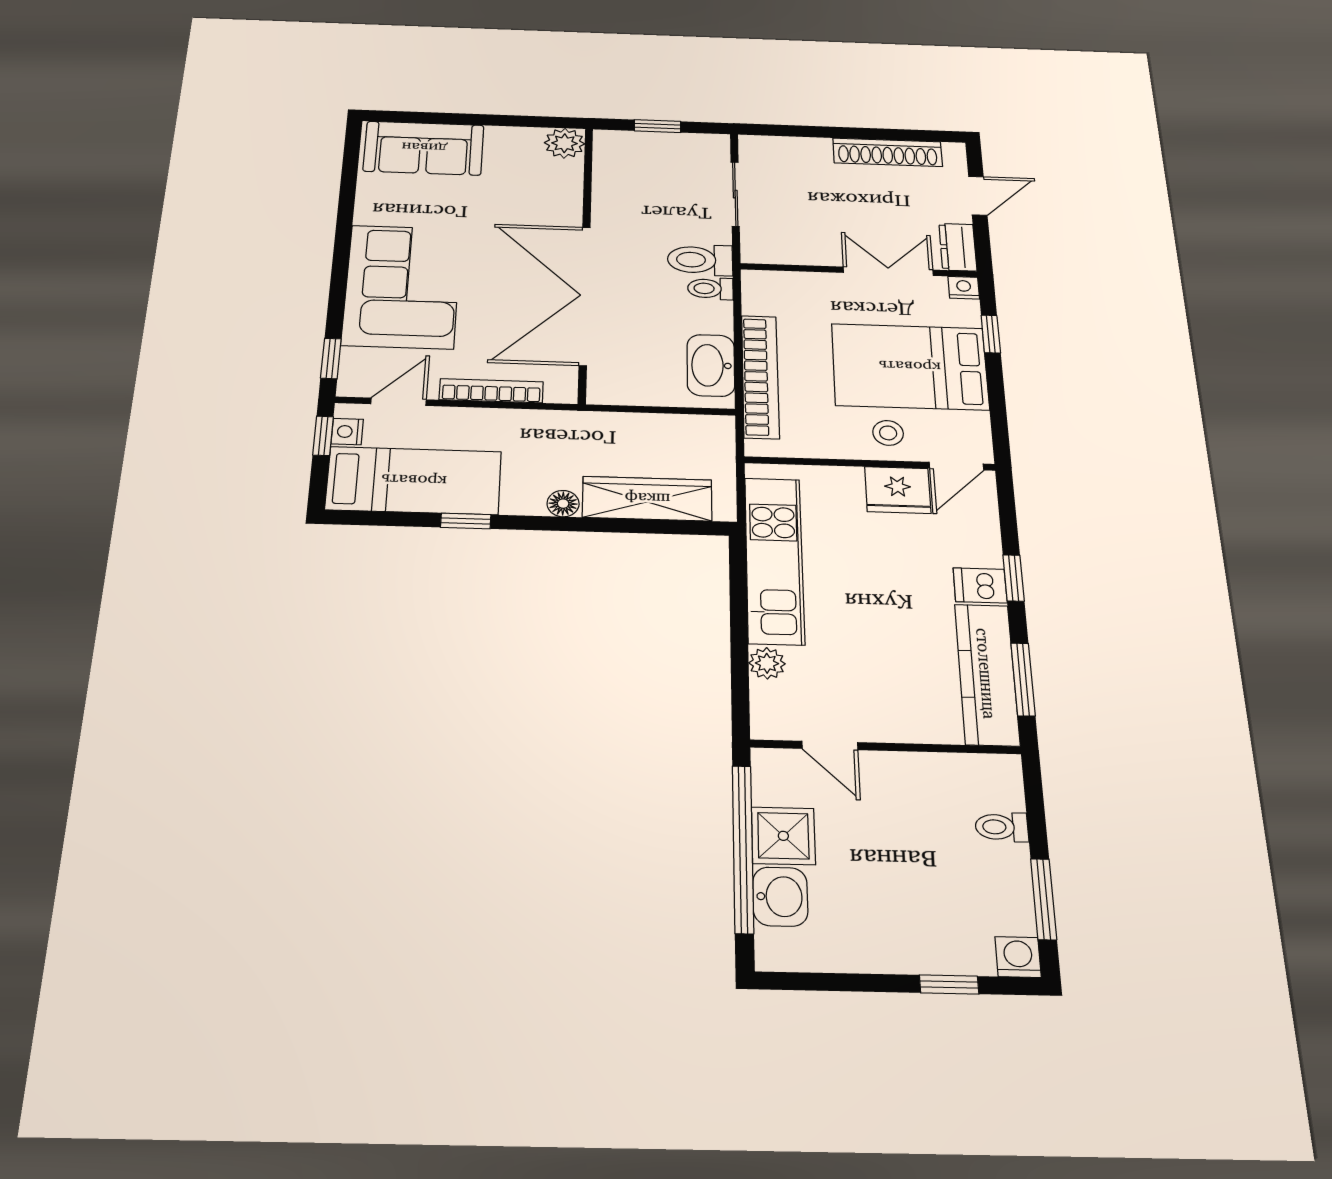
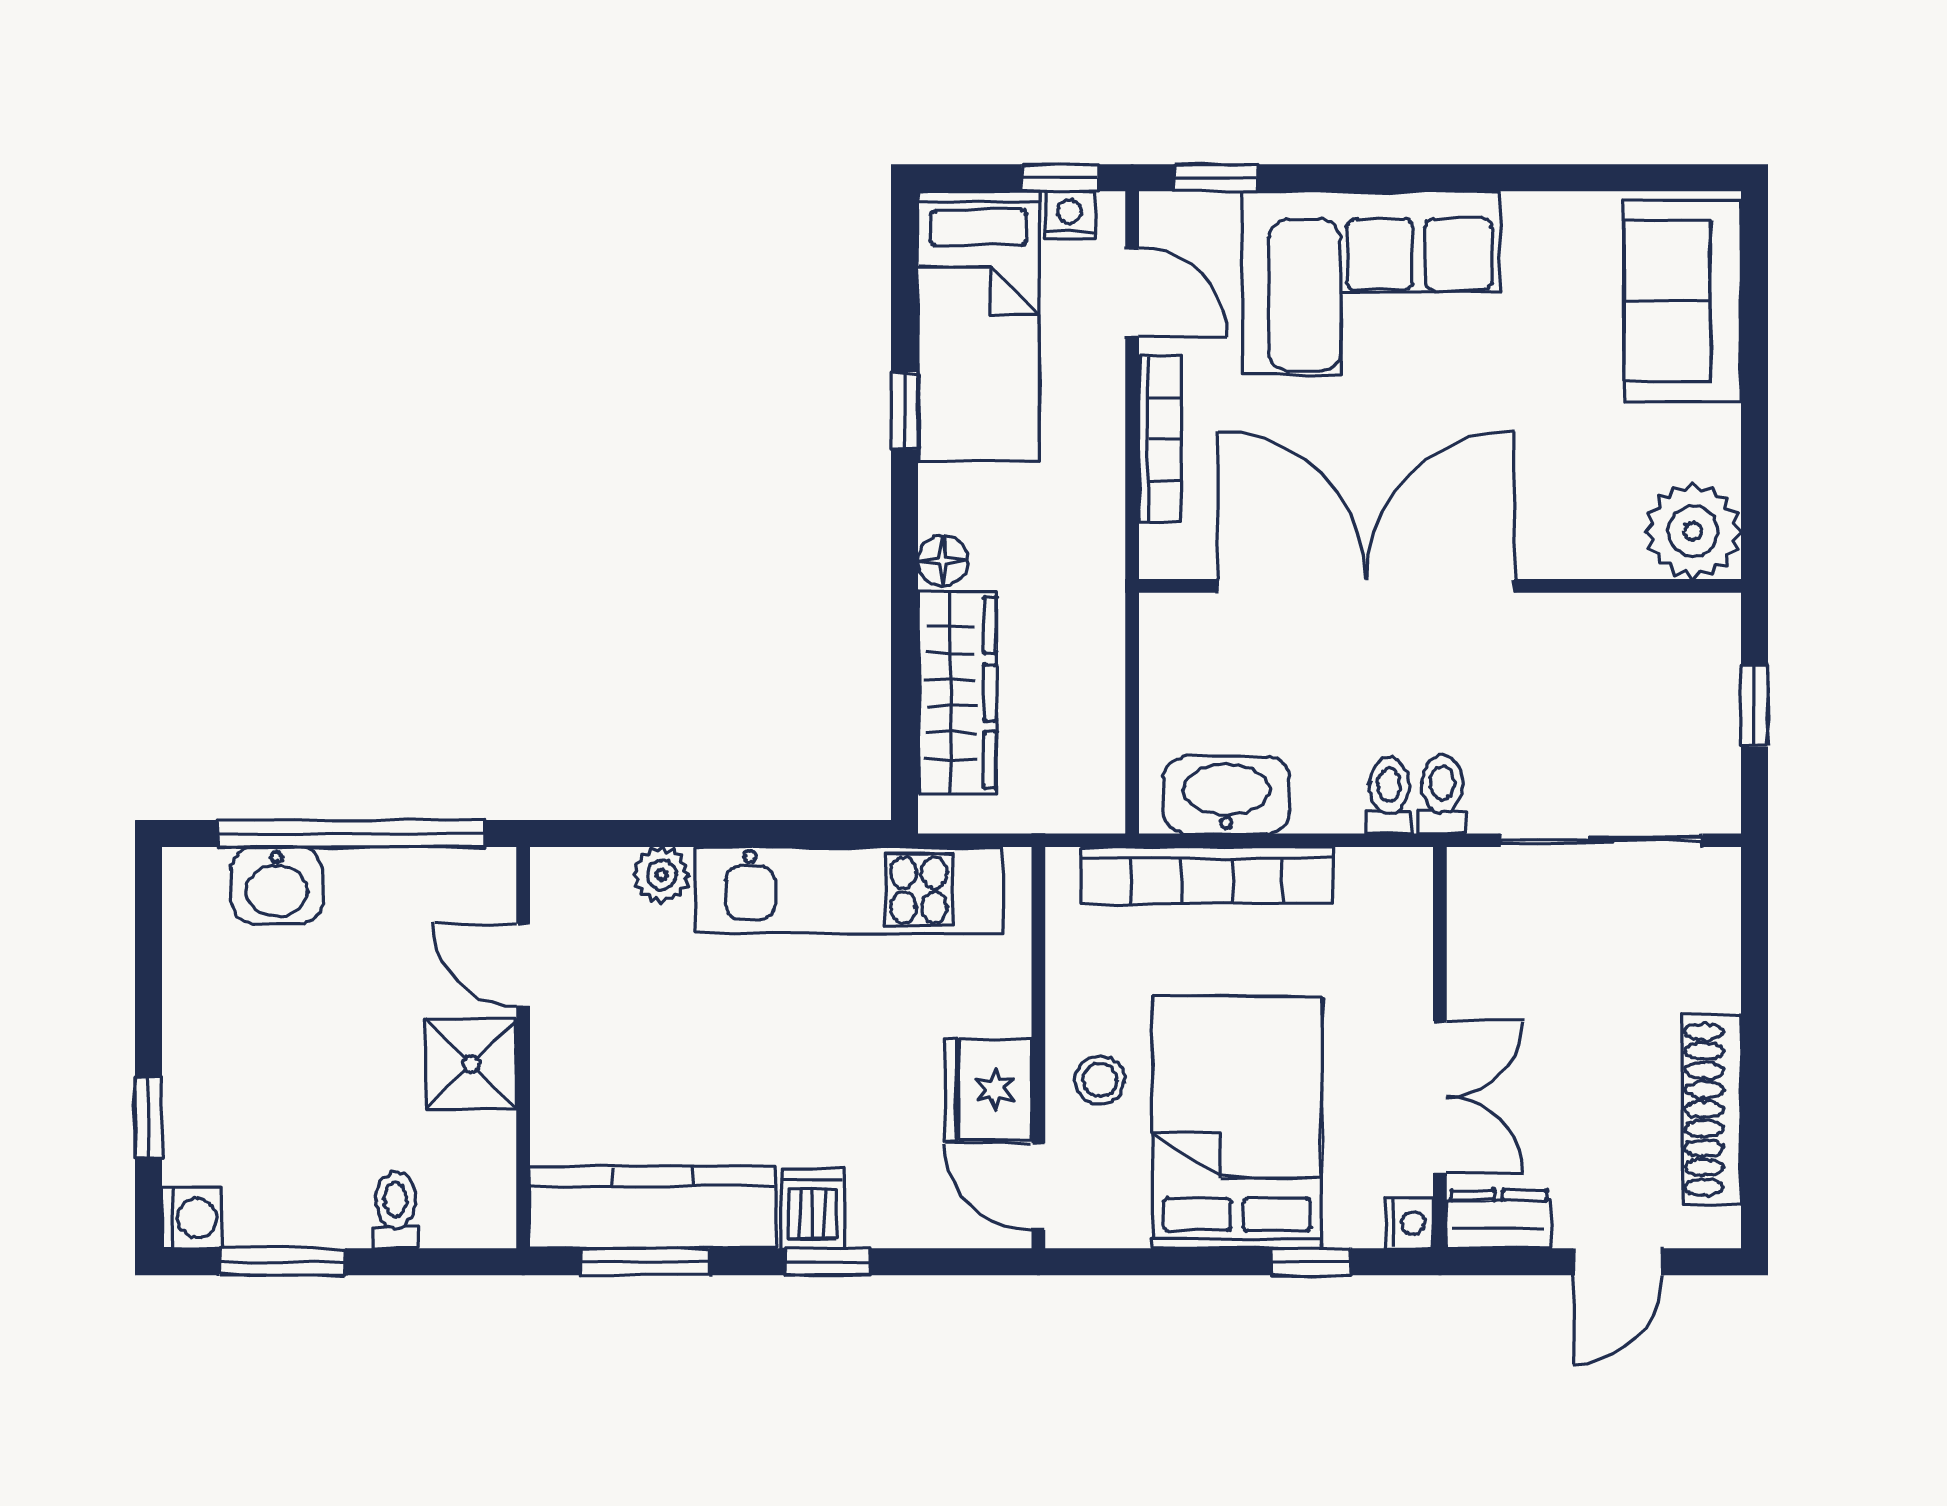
plant: (565, 143) -> (1693, 531), width x1.36, depth x1.36
sliding door: (735, 194) -> (1602, 840), width x1.37
door: (978, 196) -> (1618, 1262), hinge flipped
toilet: (700, 260) -> (1442, 794), width x0.73, depth x0.72
door: (830, 746) -> (523, 965), hinge flipped
shower: (783, 836) -> (471, 1064), moved

